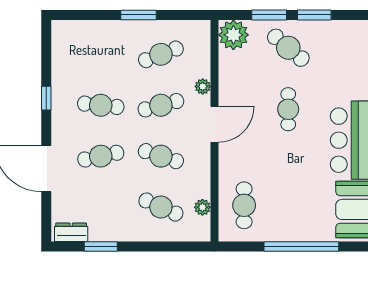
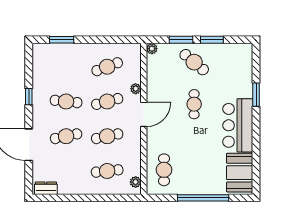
window: (138, 15) -> (62, 40), moved
plant: (233, 35) -> (152, 49), width x0.53, depth x0.53
cafe table: (161, 156) -> (107, 136), turned -30
cafe table: (161, 207) -> (107, 171), turned -30
plant: (202, 207) -> (136, 182), moved
window: (101, 246) -> (66, 198), removed

